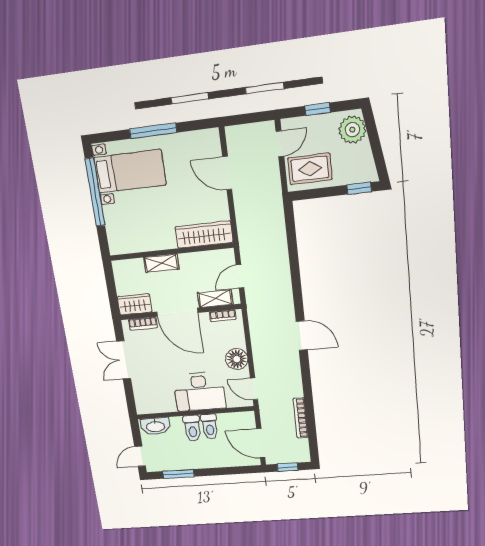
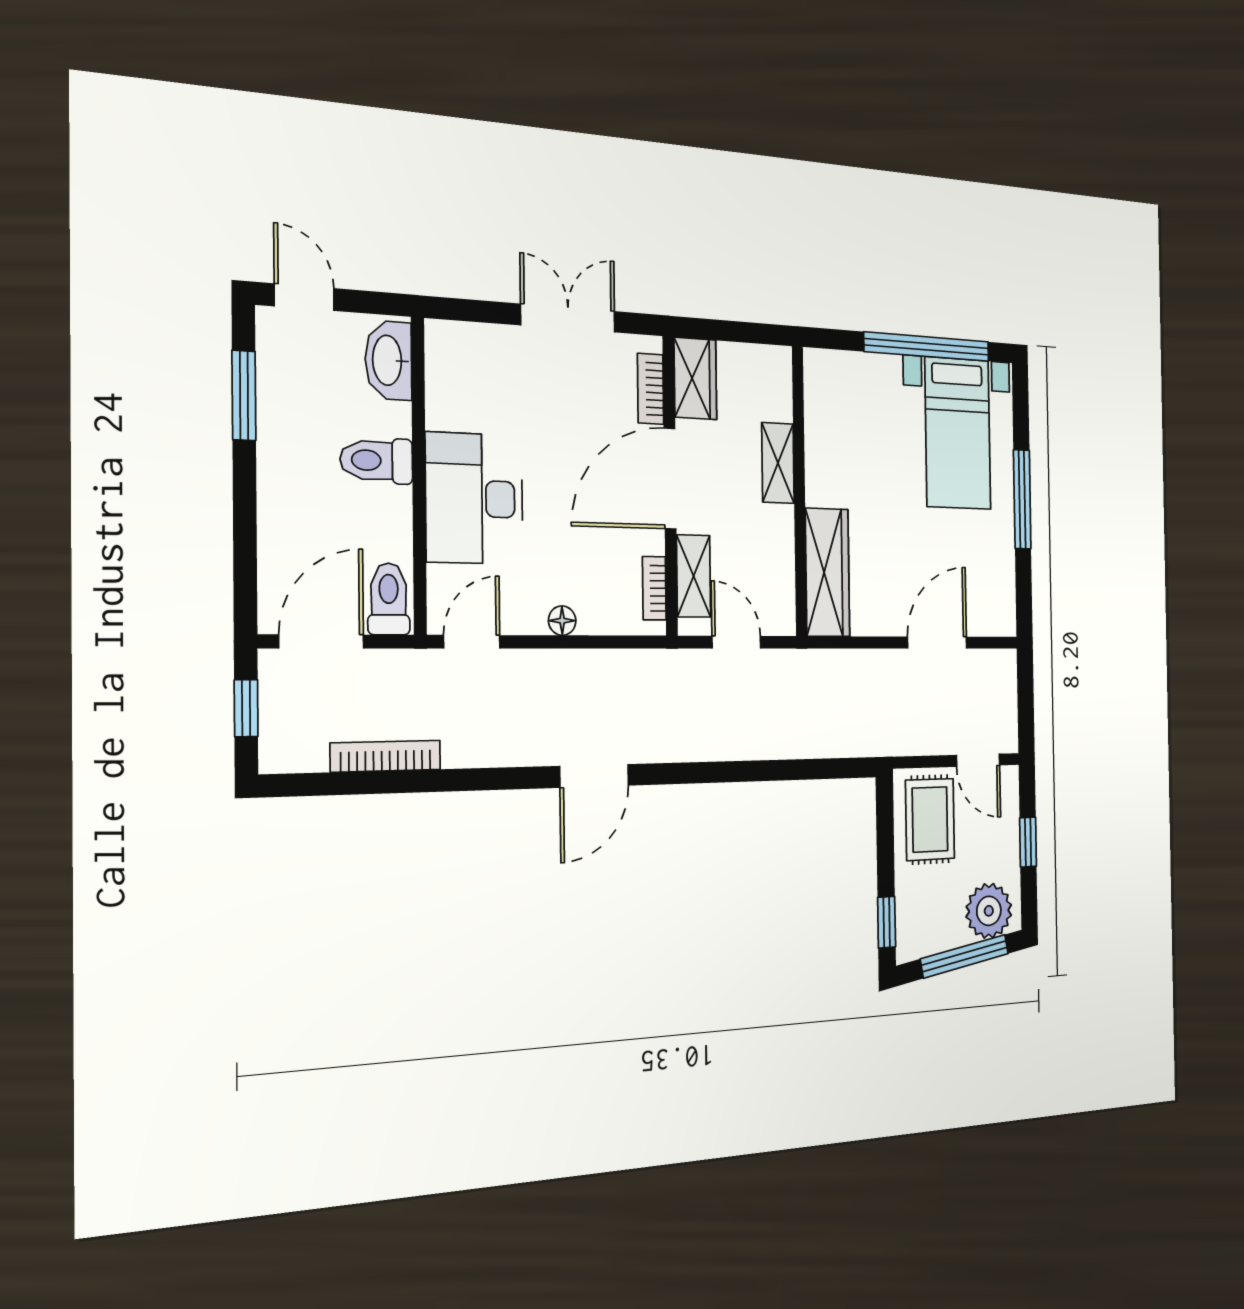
window: (375, 142) -> (965, 956), added
floor lamp: (237, 359) -> (562, 621), width x0.53, depth x0.53
toilet: (210, 426) -> (389, 599), moved, turned 90

